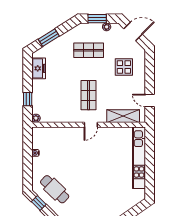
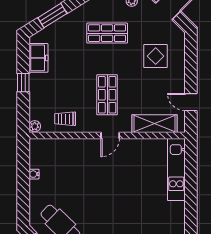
window: (28, 99) -> (23, 83), moved
trolley: (58, 113) -> (65, 119), added
kitchen unit: (139, 158) -> (176, 169), width x0.73

